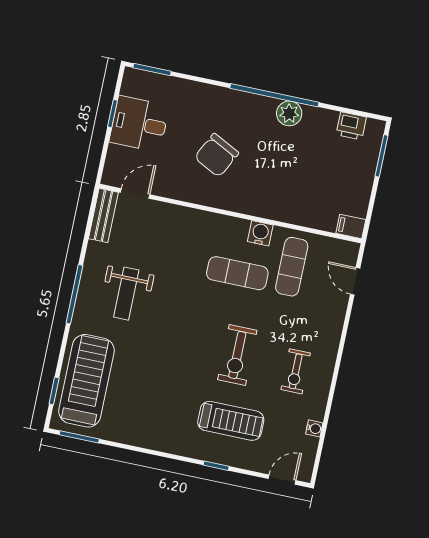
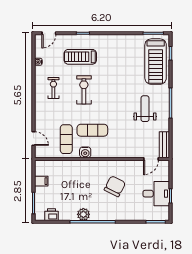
filing cabinet: (351, 226) -> (41, 181), moved

